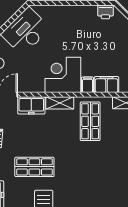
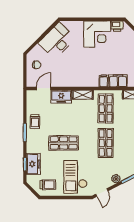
corner desk: (63, 75) -> (97, 34), moved, turned 180
shop shelf: (90, 167) -> (106, 143), added

